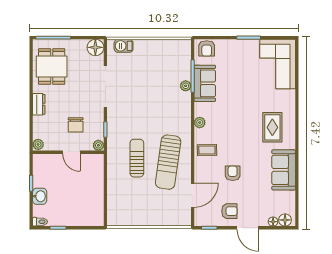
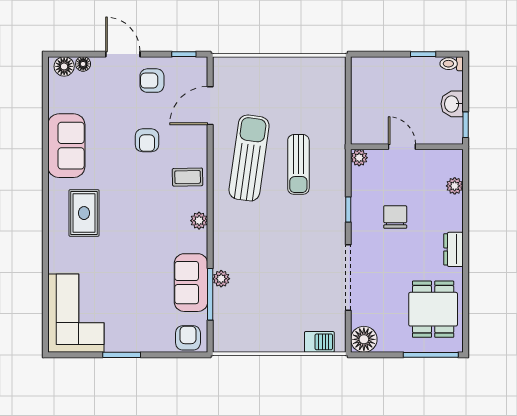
plant: (98, 145) -> (359, 158), moved
wall: (68, 152) -> (407, 147), moved
door: (71, 152) -> (402, 147), moved

